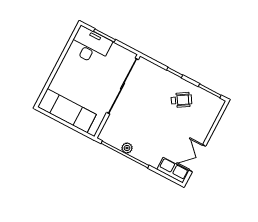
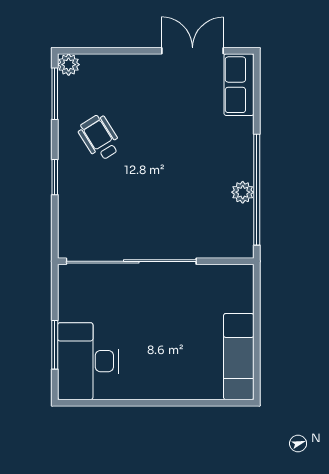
plant: (219, 103) -> (69, 65), added
exam couch: (67, 111) -> (239, 357), width x0.73, depth x0.69
double door: (197, 158) -> (193, 51), swing flipped

